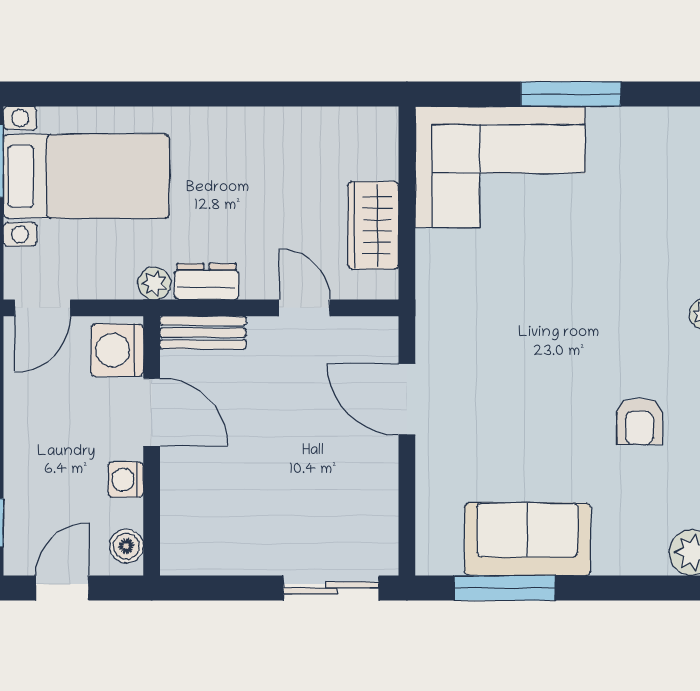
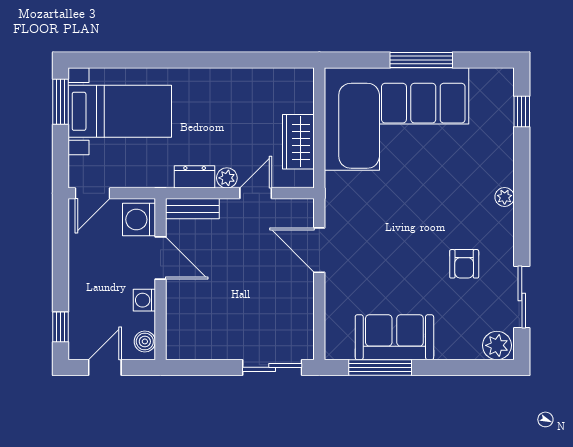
corner sofa: (500, 167) -> (397, 119), width x1.36, depth x1.36
plant: (155, 283) -> (227, 178), moved
door: (305, 308) -> (256, 193), hinge flipped

